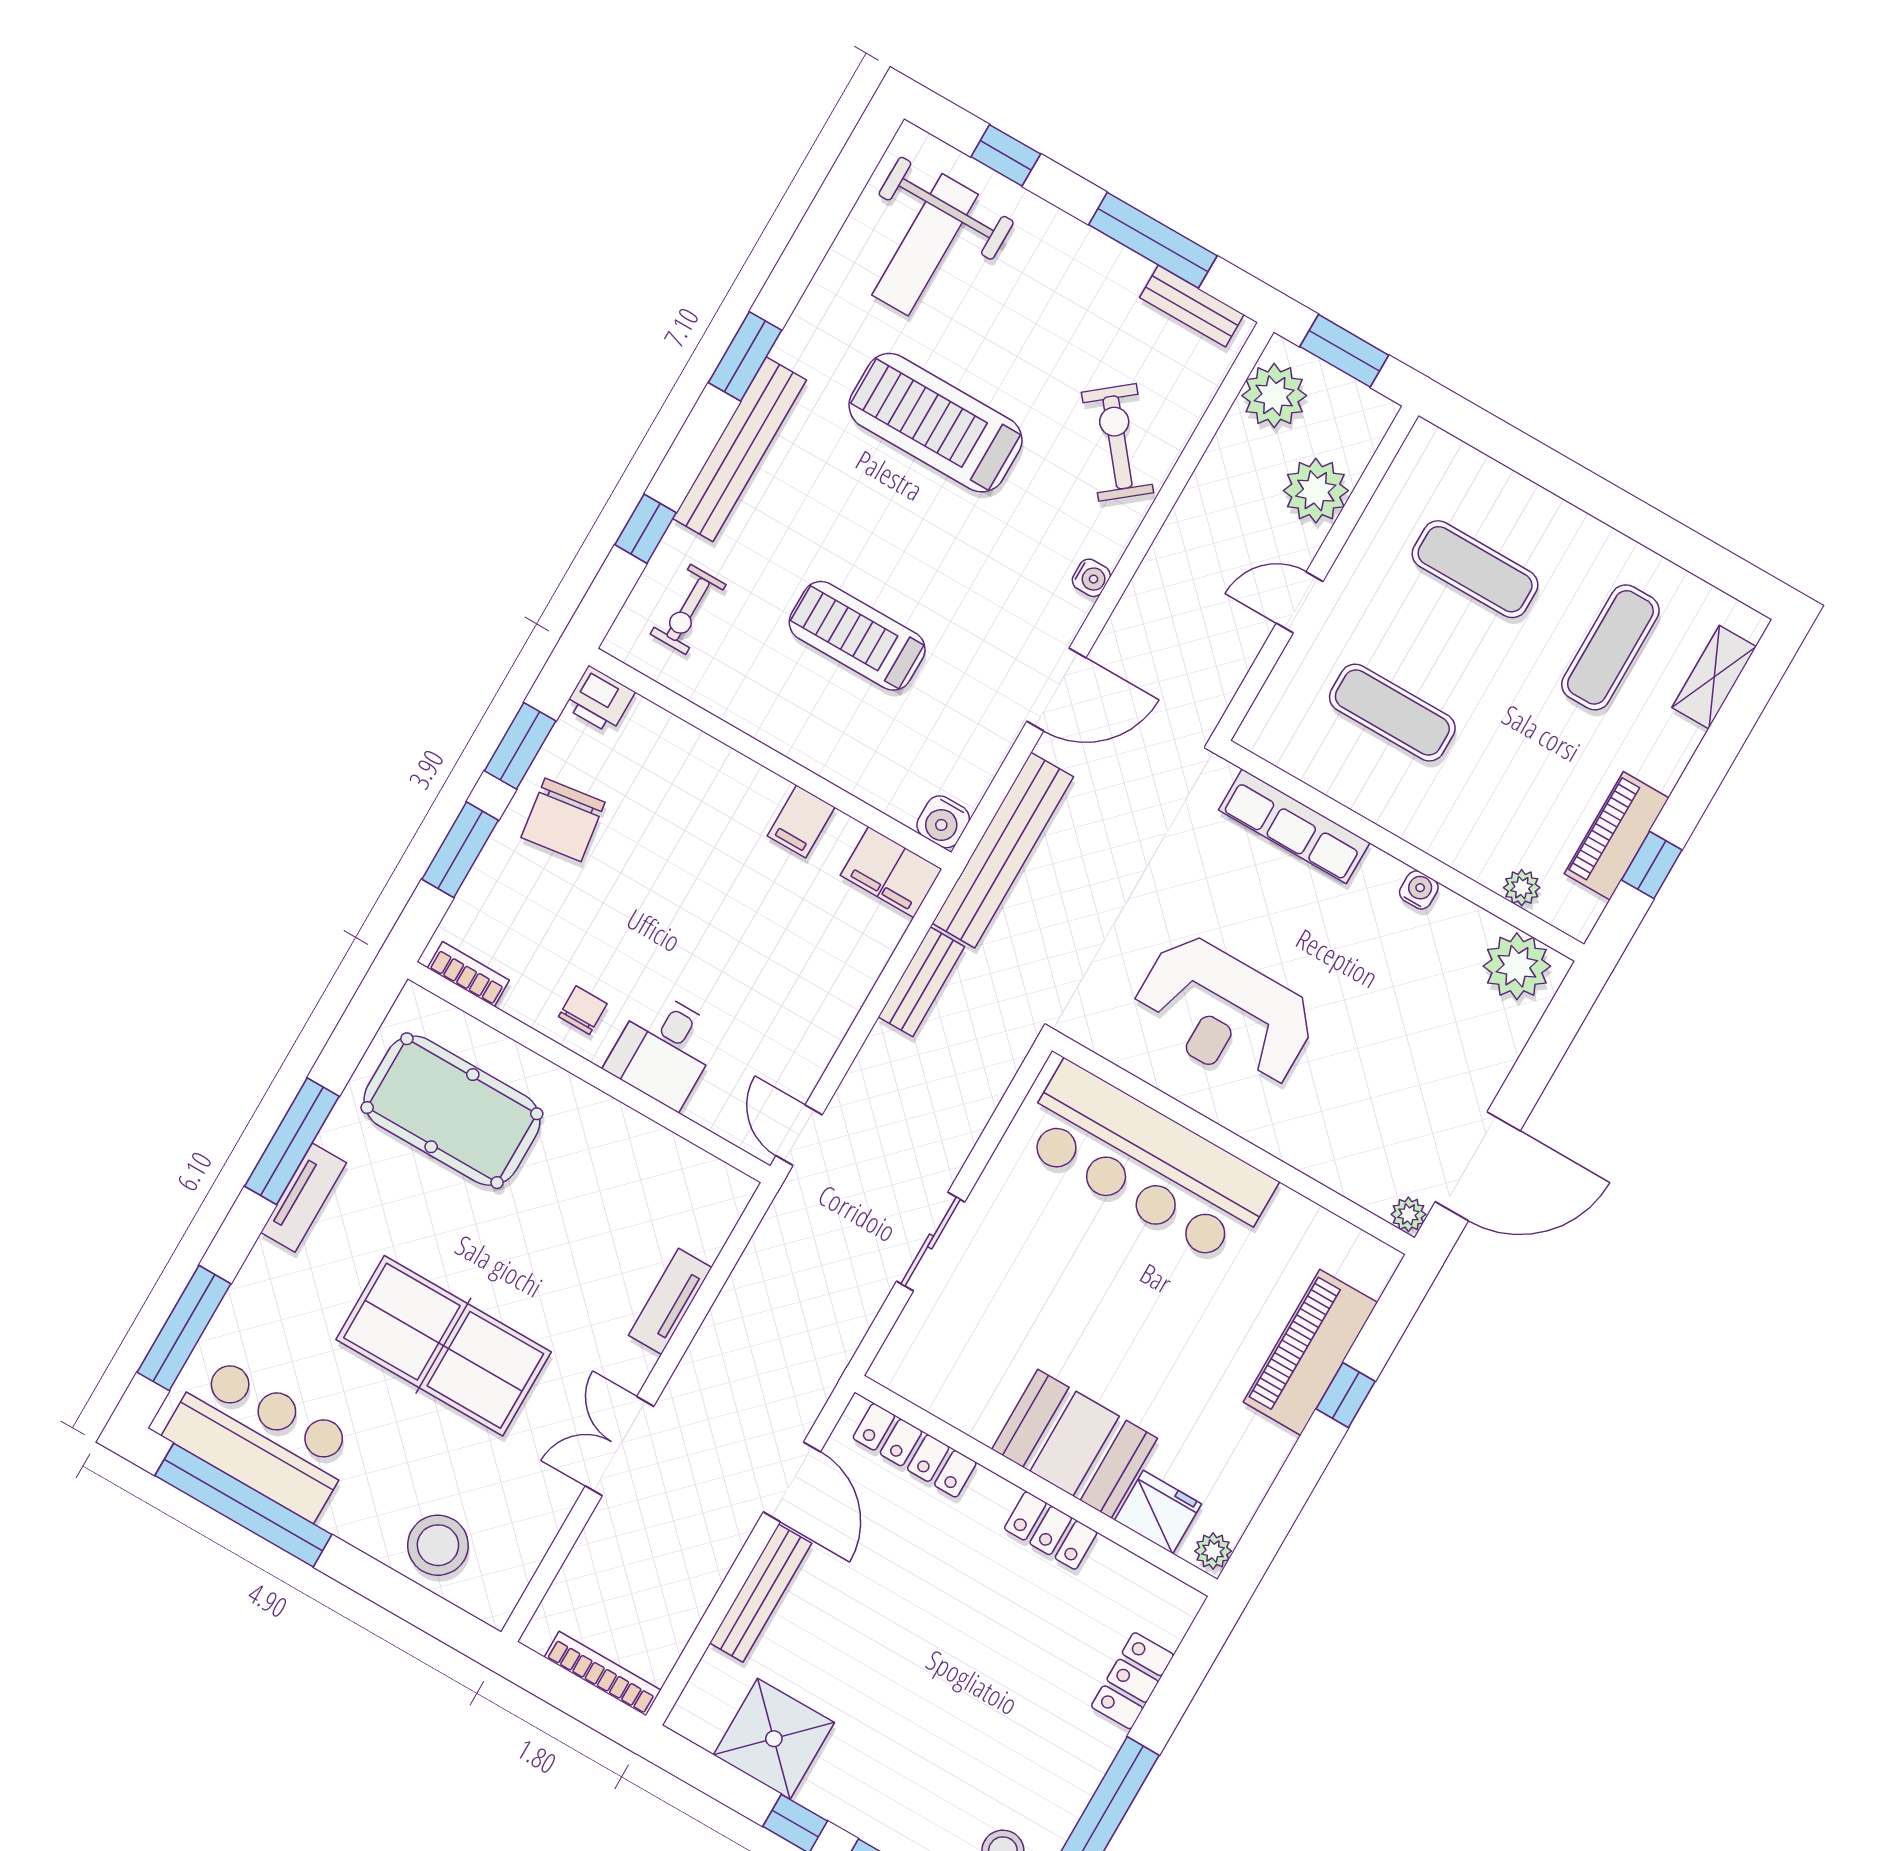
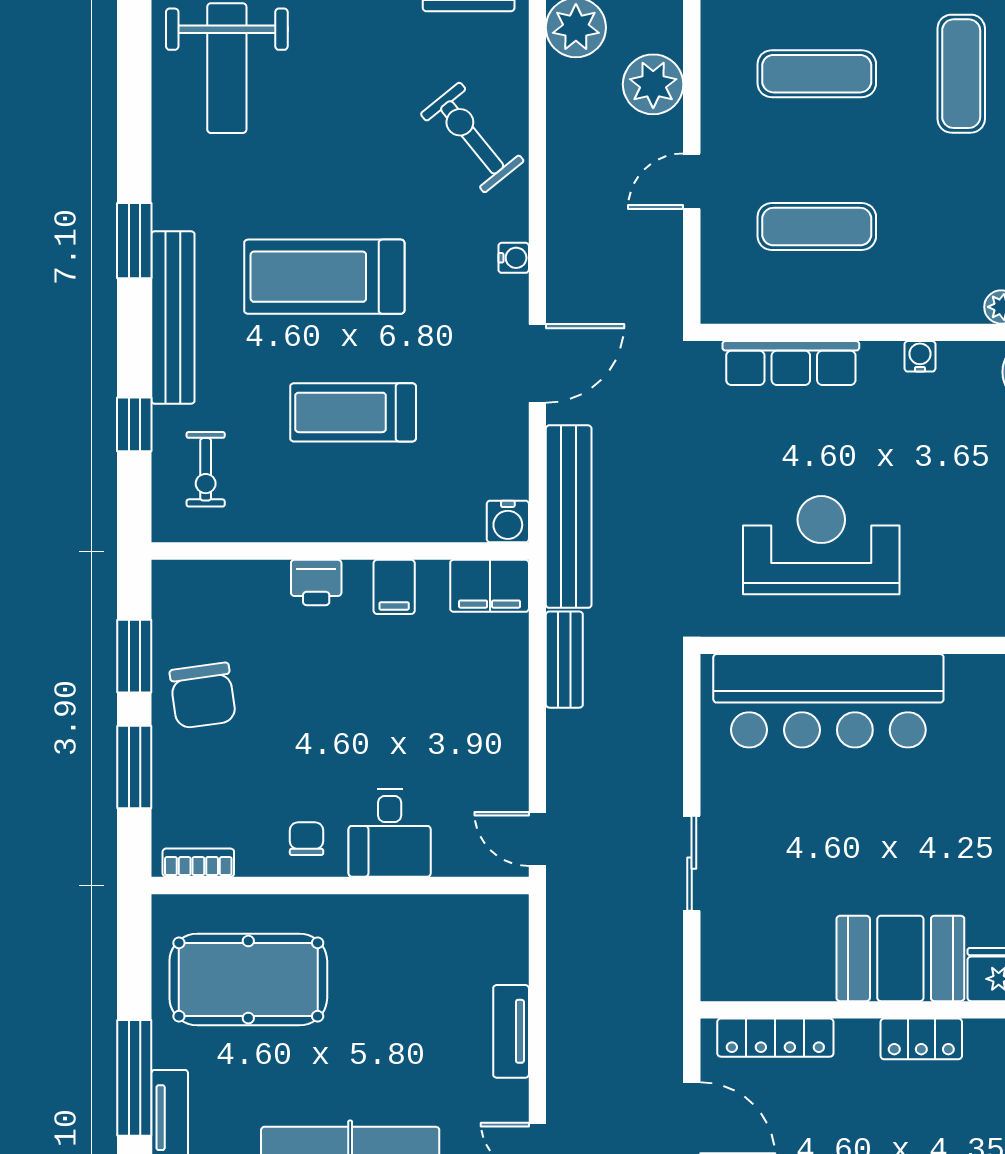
treadmill: (936, 423) -> (324, 277), moved
printer: (600, 700) -> (316, 582), moved
reception desk: (1224, 1014) -> (821, 545), turned 180

